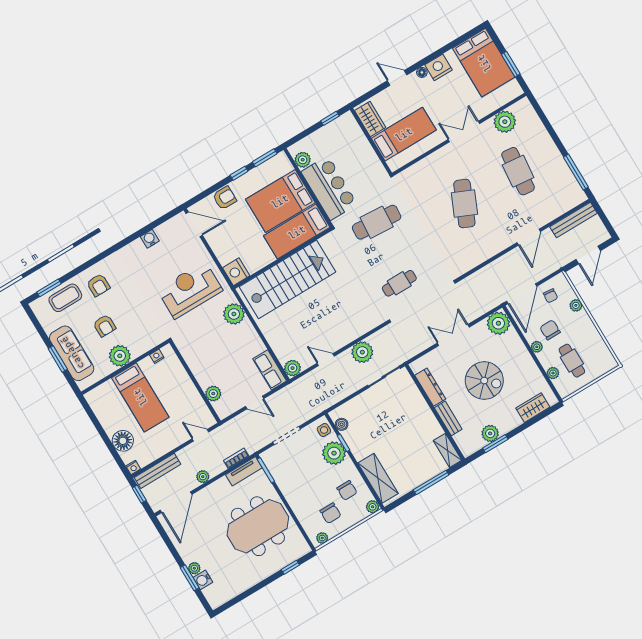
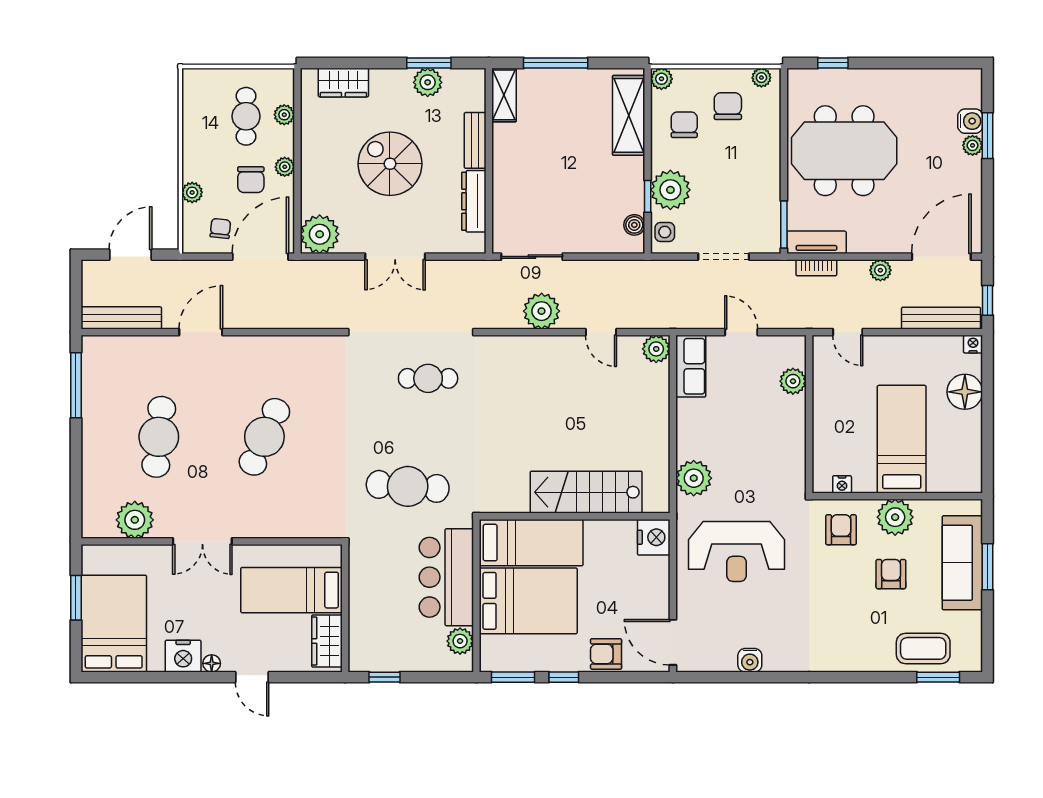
stairs: (288, 279) -> (586, 492), width x0.73, depth x0.66
armchair: (98, 285) -> (841, 530), moved

